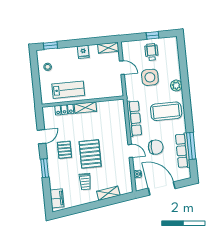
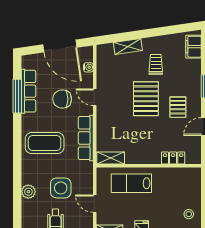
plant: (176, 85) -> (28, 192), moved
lab bench: (68, 90) -> (131, 183), moved
shelving: (85, 107) -> (111, 158), moved

